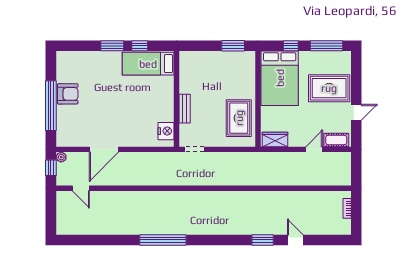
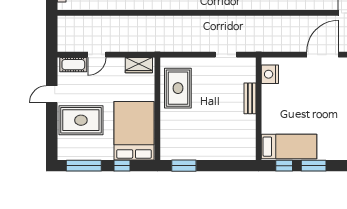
bed: (148, 64) -> (289, 147), moved
wall: (176, 99) -> (259, 109), moved
bench: (185, 109) -> (250, 98), moved
nightstand: (166, 131) -> (270, 74), moved

